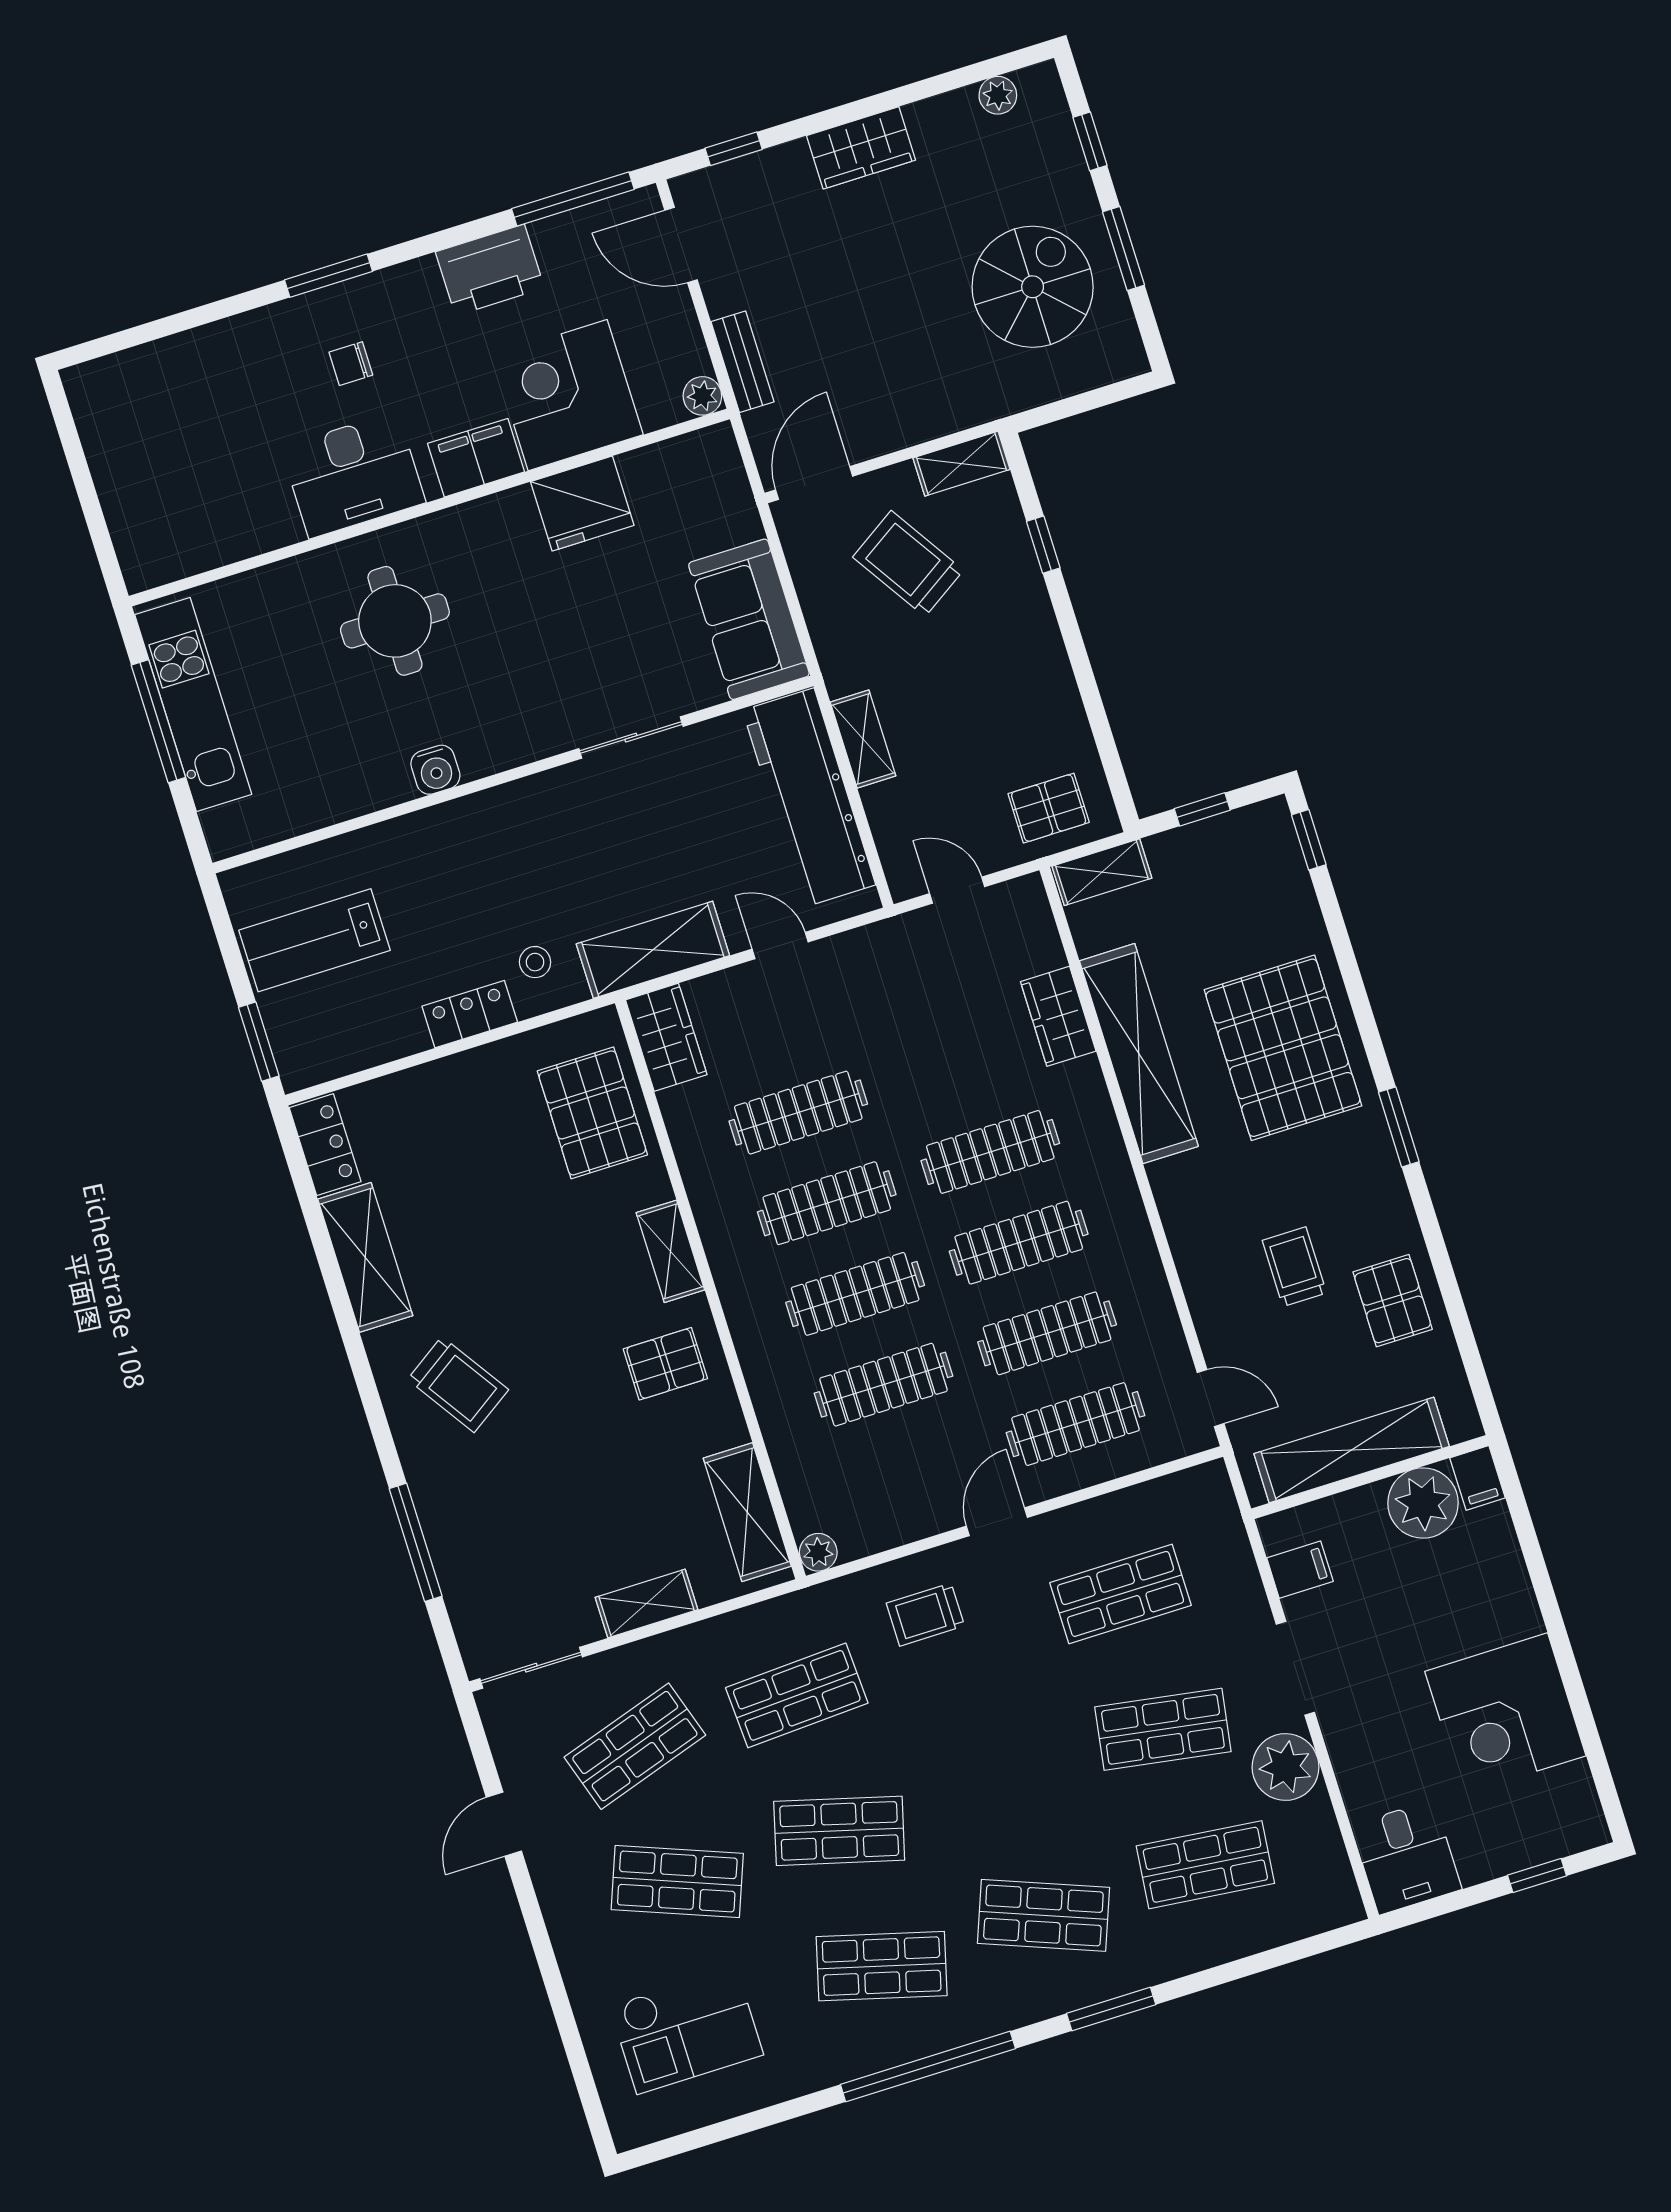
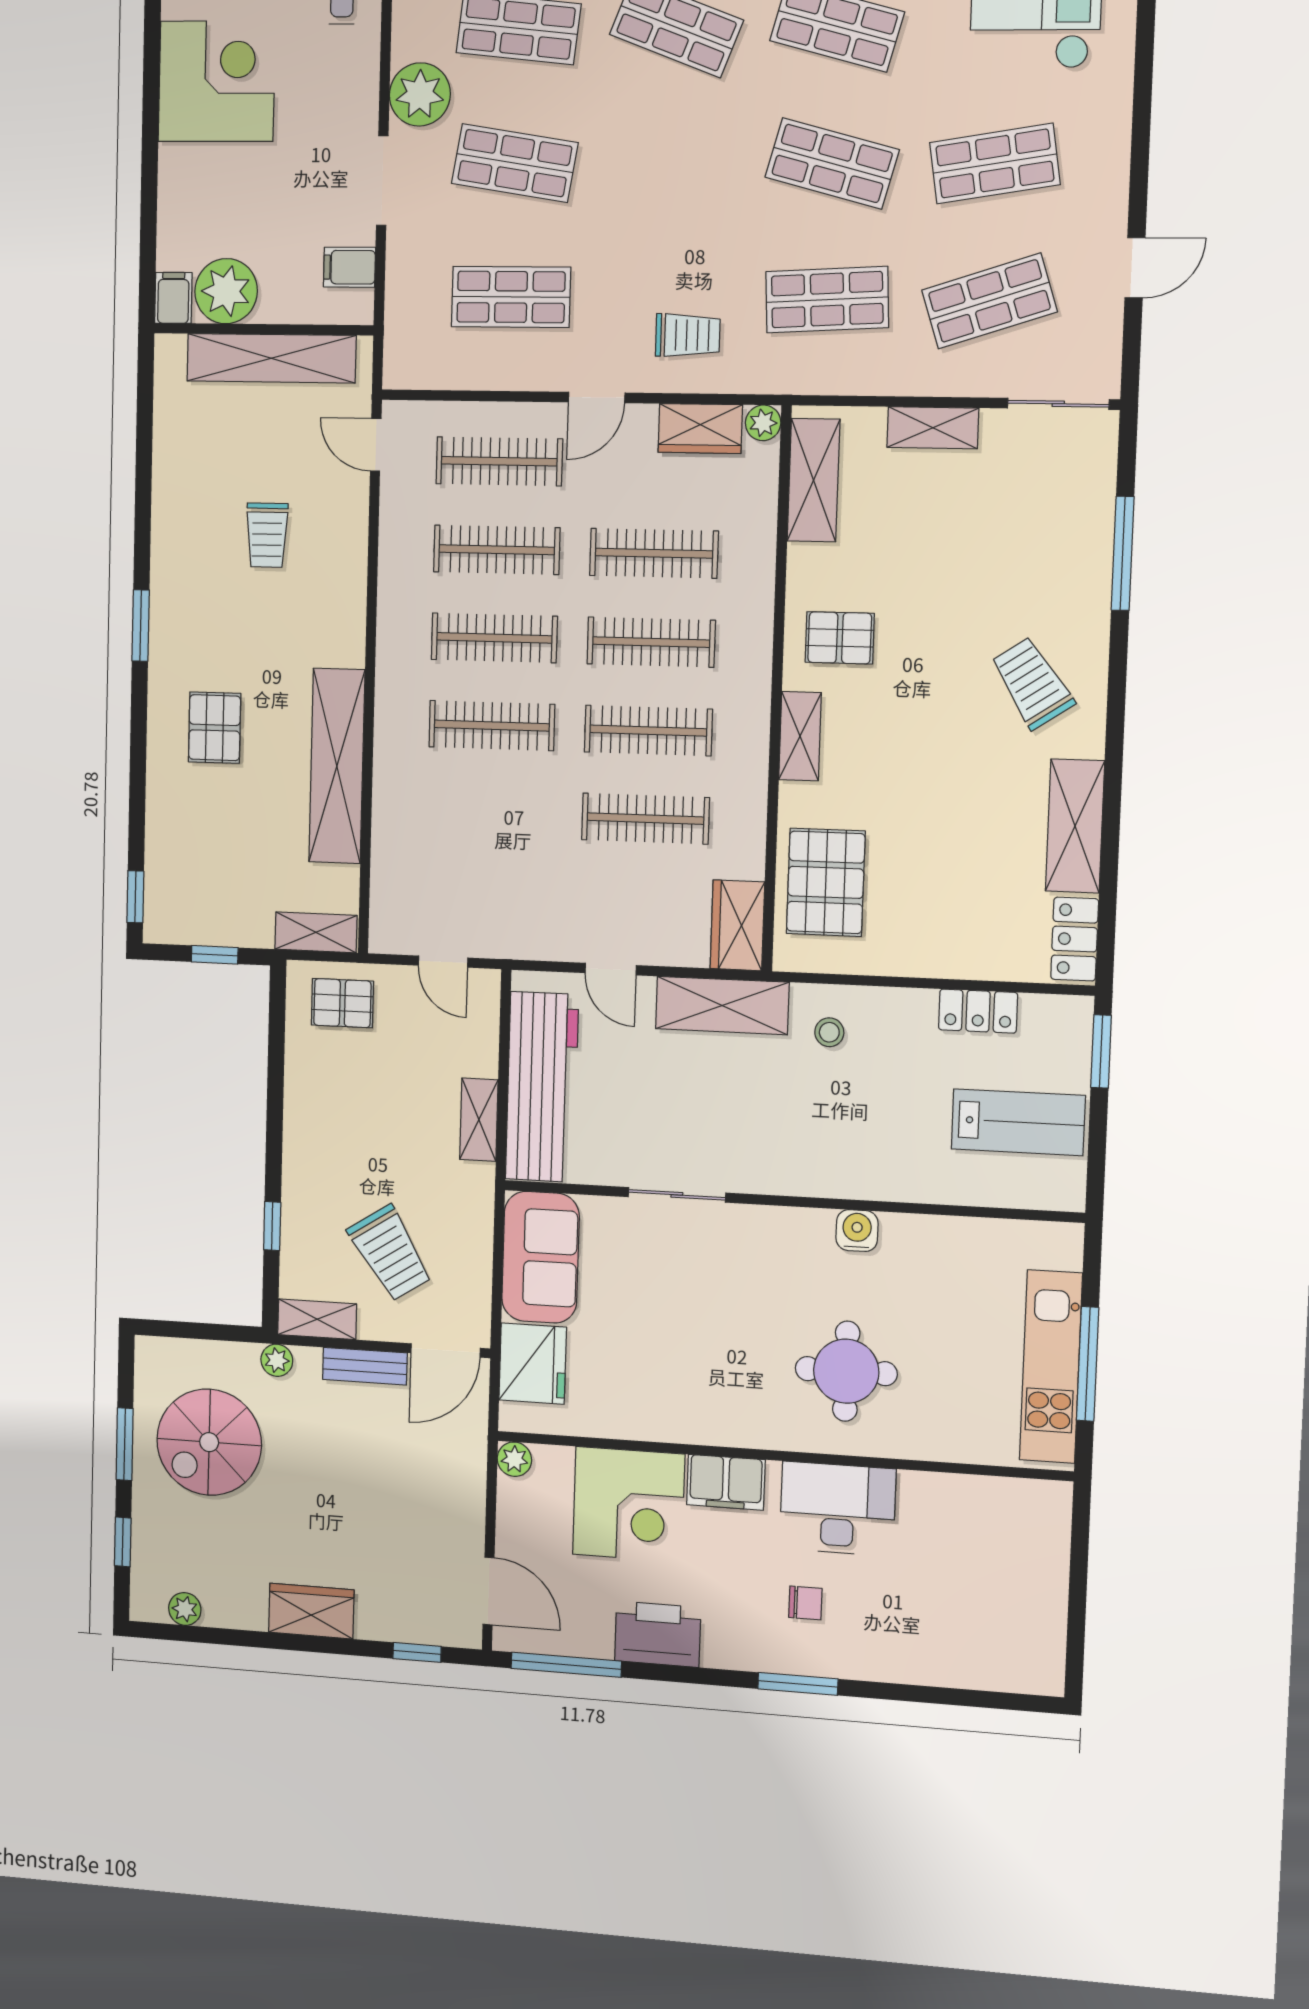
bench: (743, 362) -> (365, 1366), moved, turned 90
plant: (990, 403) -> (277, 1360), added
fridge: (582, 504) -> (533, 1364), moved, turned 90
locker: (470, 1014) -> (978, 1011), moved
wardrobe: (1058, 1016) -> (700, 428), moved, turned 90
pallet: (1283, 1048) -> (215, 728), width x0.49, depth x0.50
pallet: (1393, 1301) -> (194, 477), removed
shop shelf: (677, 1882) -> (995, 164), turned -30

